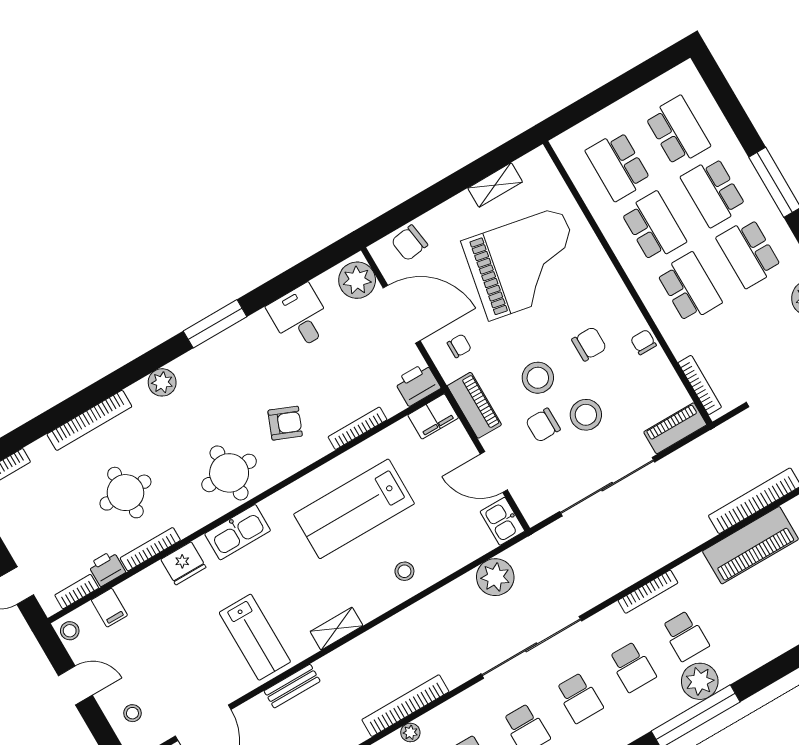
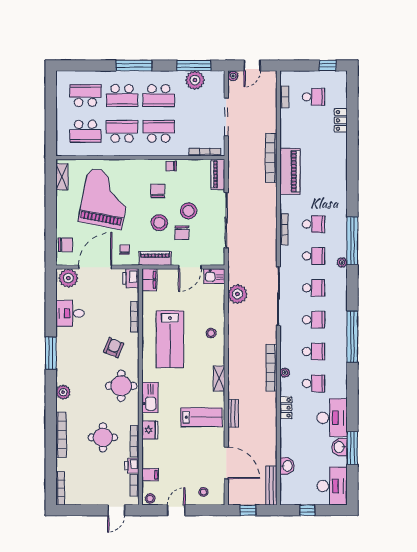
shelving: (495, 185) -> (62, 177), moved
chair: (409, 243) -> (65, 245), turned -82
plant: (700, 681) -> (342, 262), moved, width x0.53, depth x0.53

